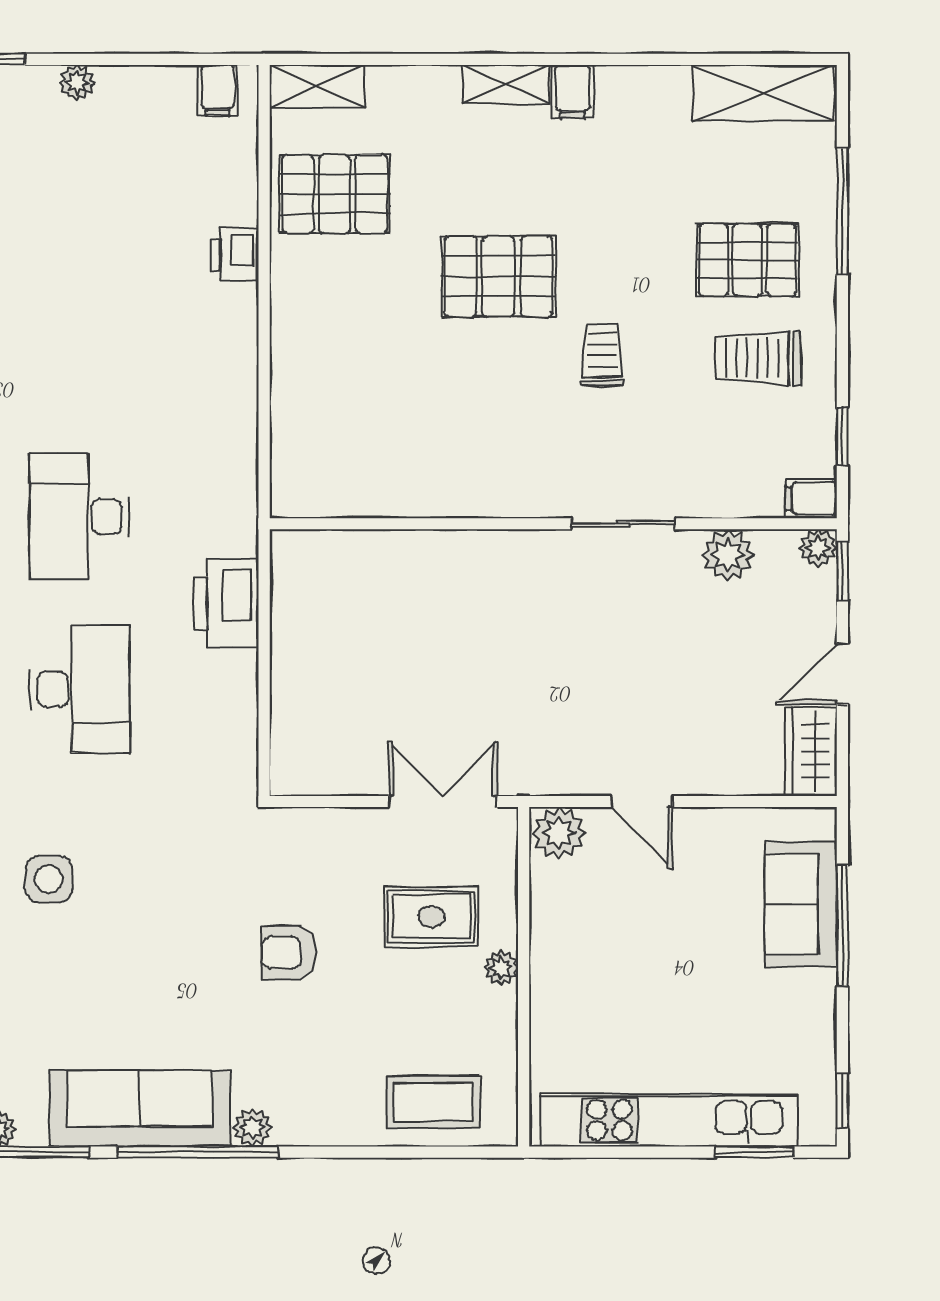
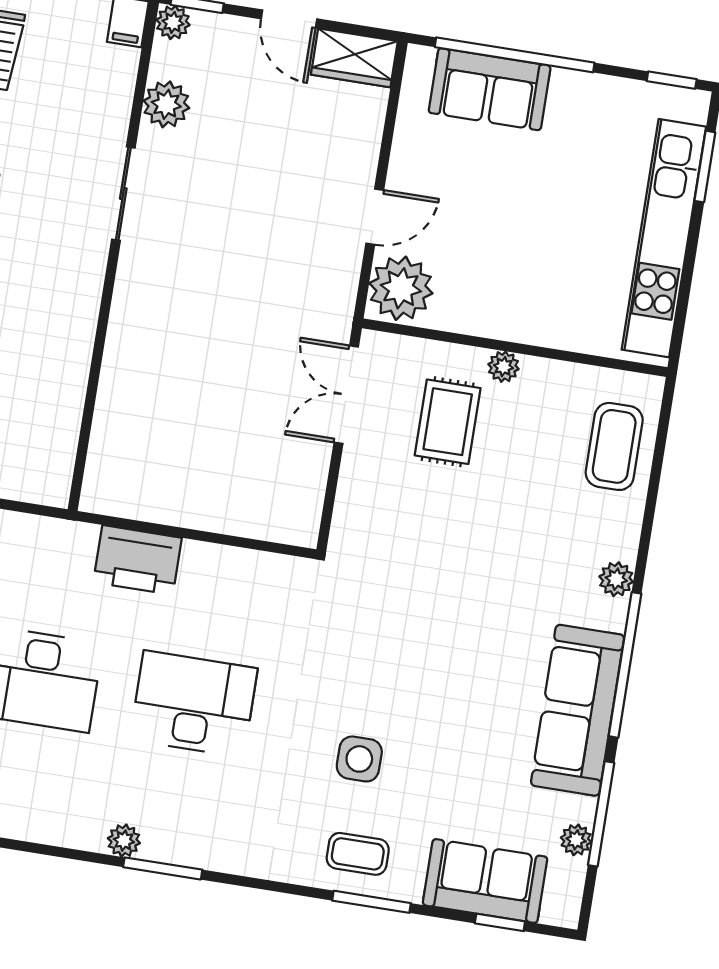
plant: (559, 833) -> (401, 288), width x1.36, depth x1.36
window: (842, 926) -> (515, 55), width x1.46
armchair: (289, 953) -> (459, 554), removed
plant: (253, 1128) -> (616, 579), moved

